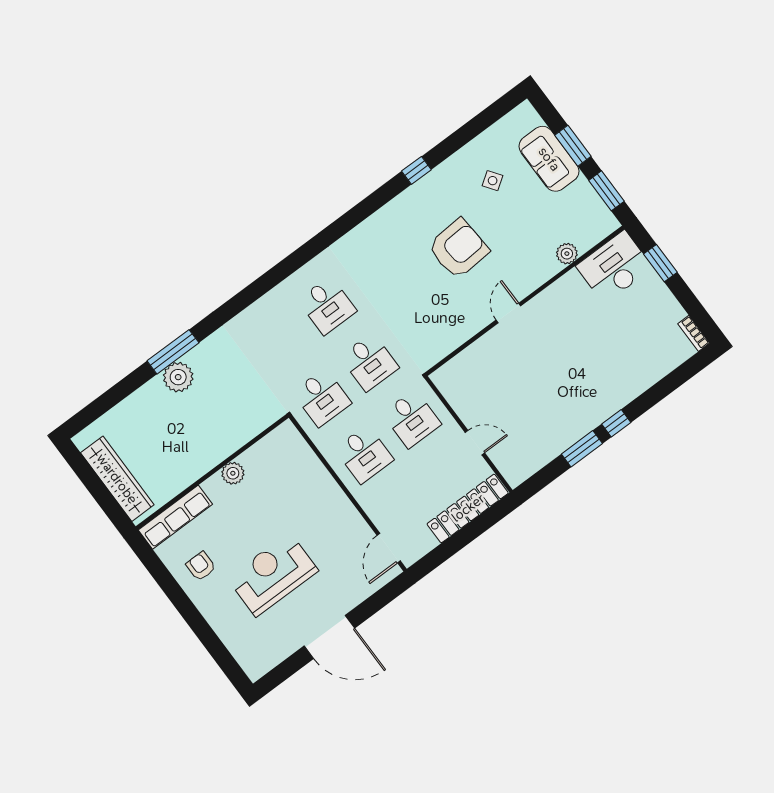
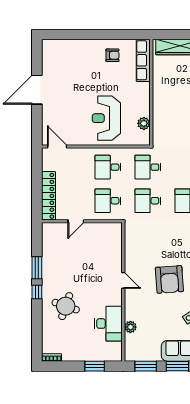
desk: (614, 267) -> (108, 324), moved
round table: (606, 367) -> (66, 306), added
plant: (233, 473) -> (144, 123), moved
reception desk: (273, 575) -> (106, 118), moved, turned 180

